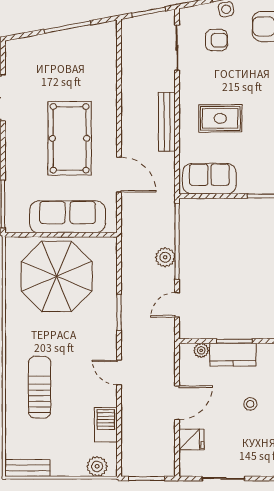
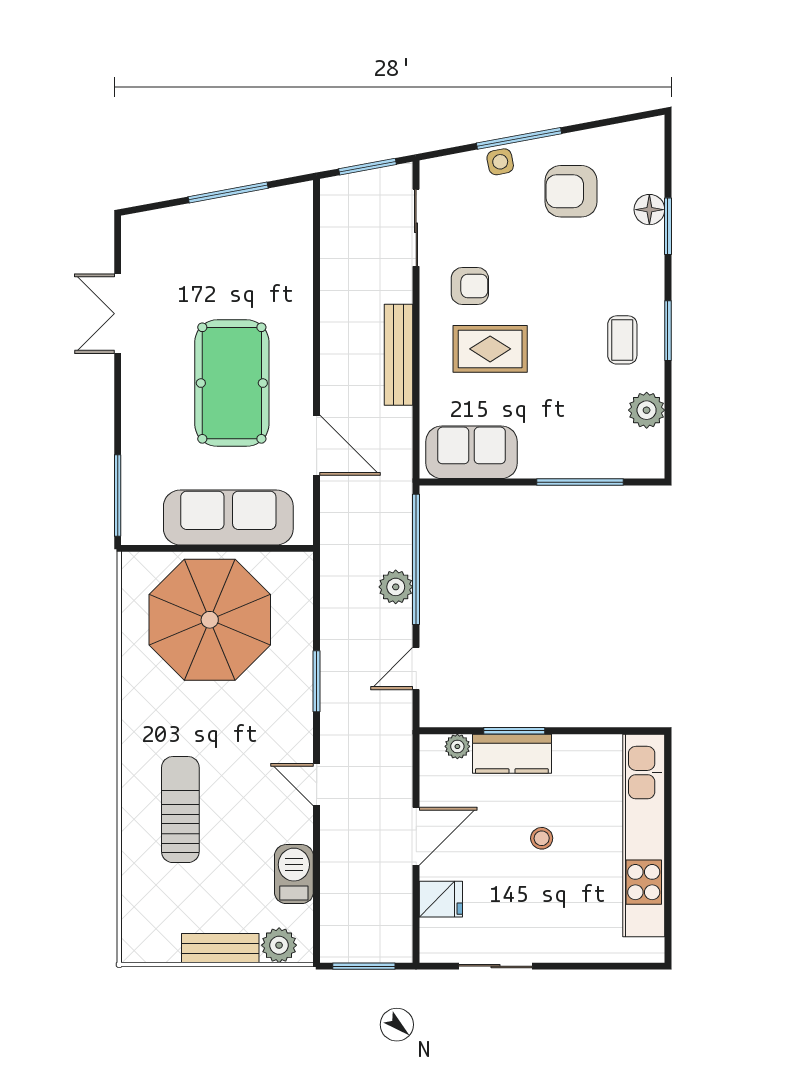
armchair: (216, 40) -> (470, 286), moved
bench: (27, 468) -> (220, 948), moved

